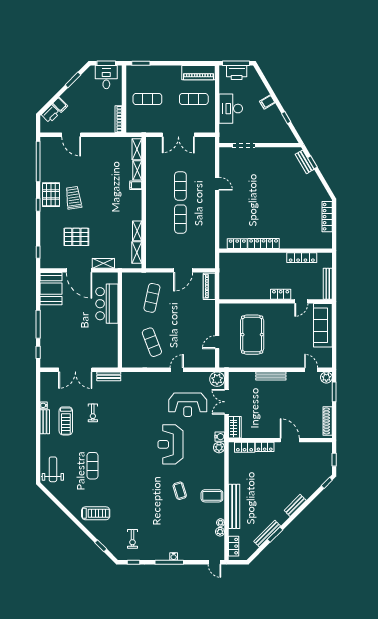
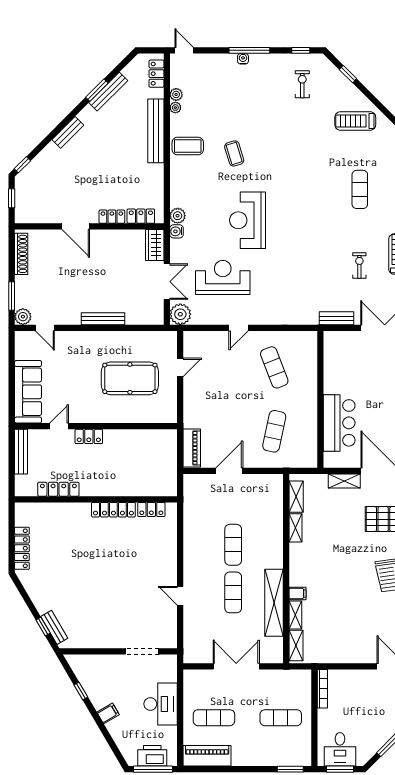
shelving: (152, 179) -> (274, 603), added
pool table: (252, 335) -> (130, 378), turned 90
reception desk: (170, 444) -> (248, 220), turned 180

